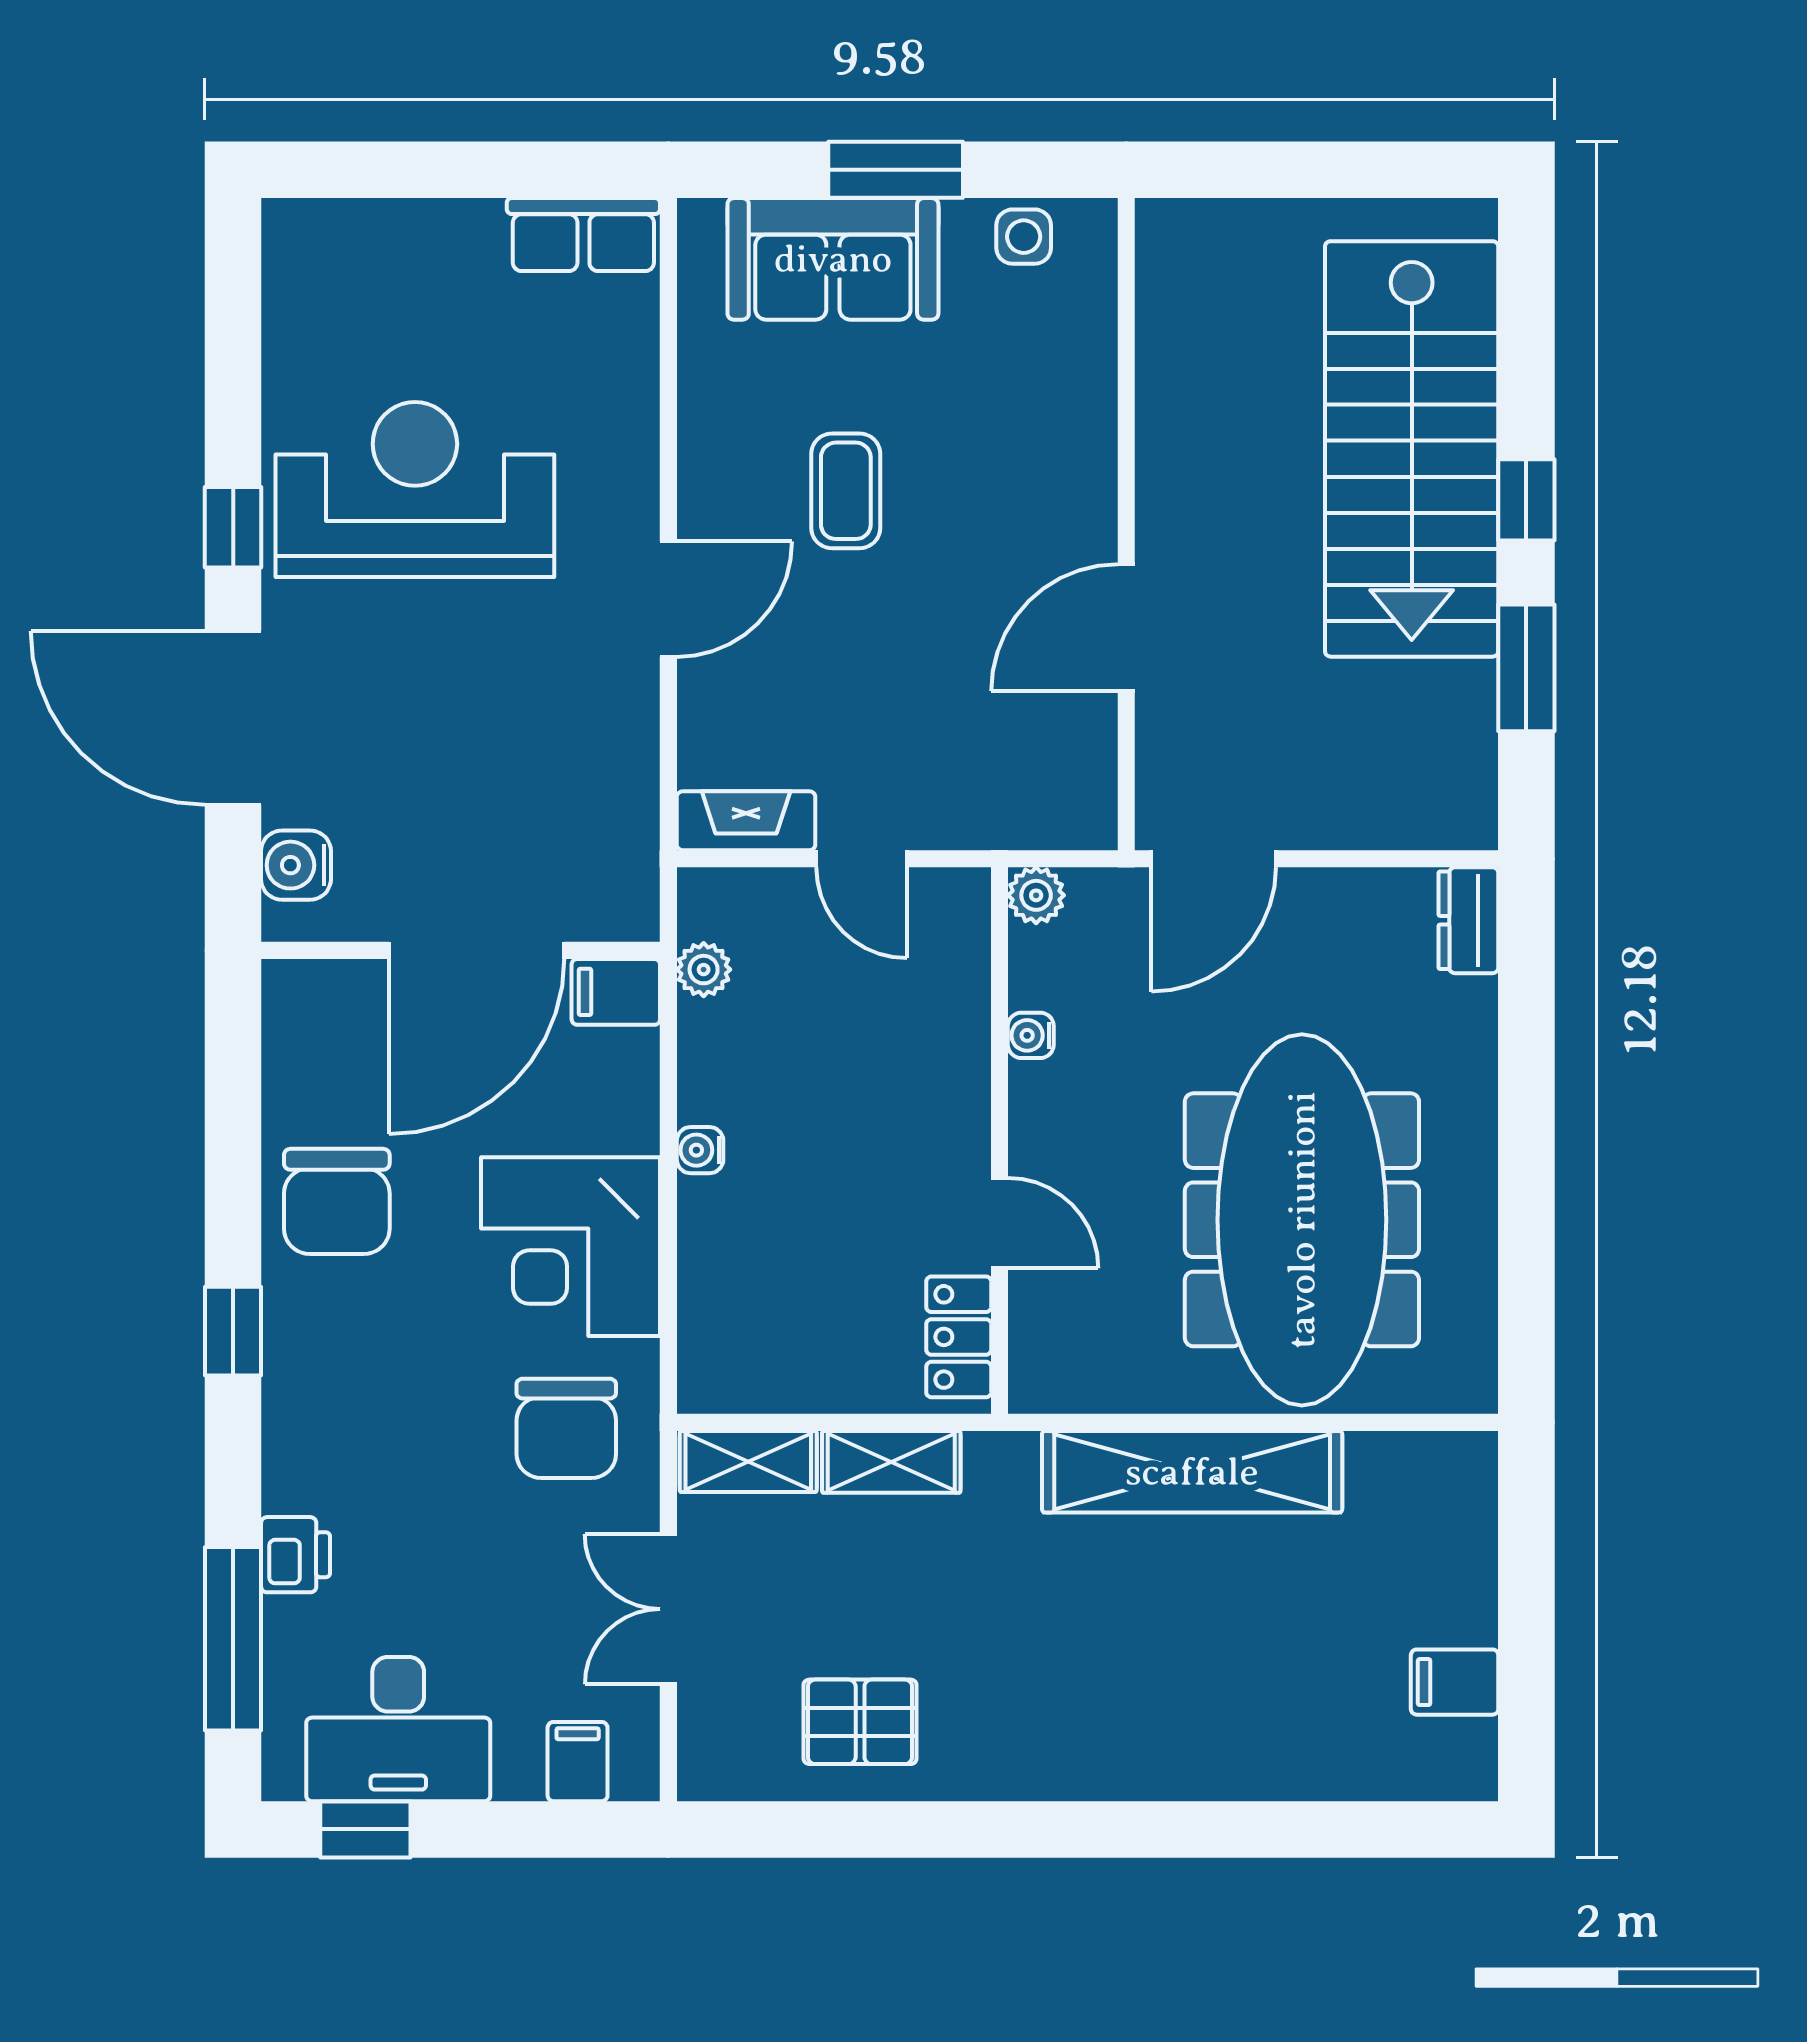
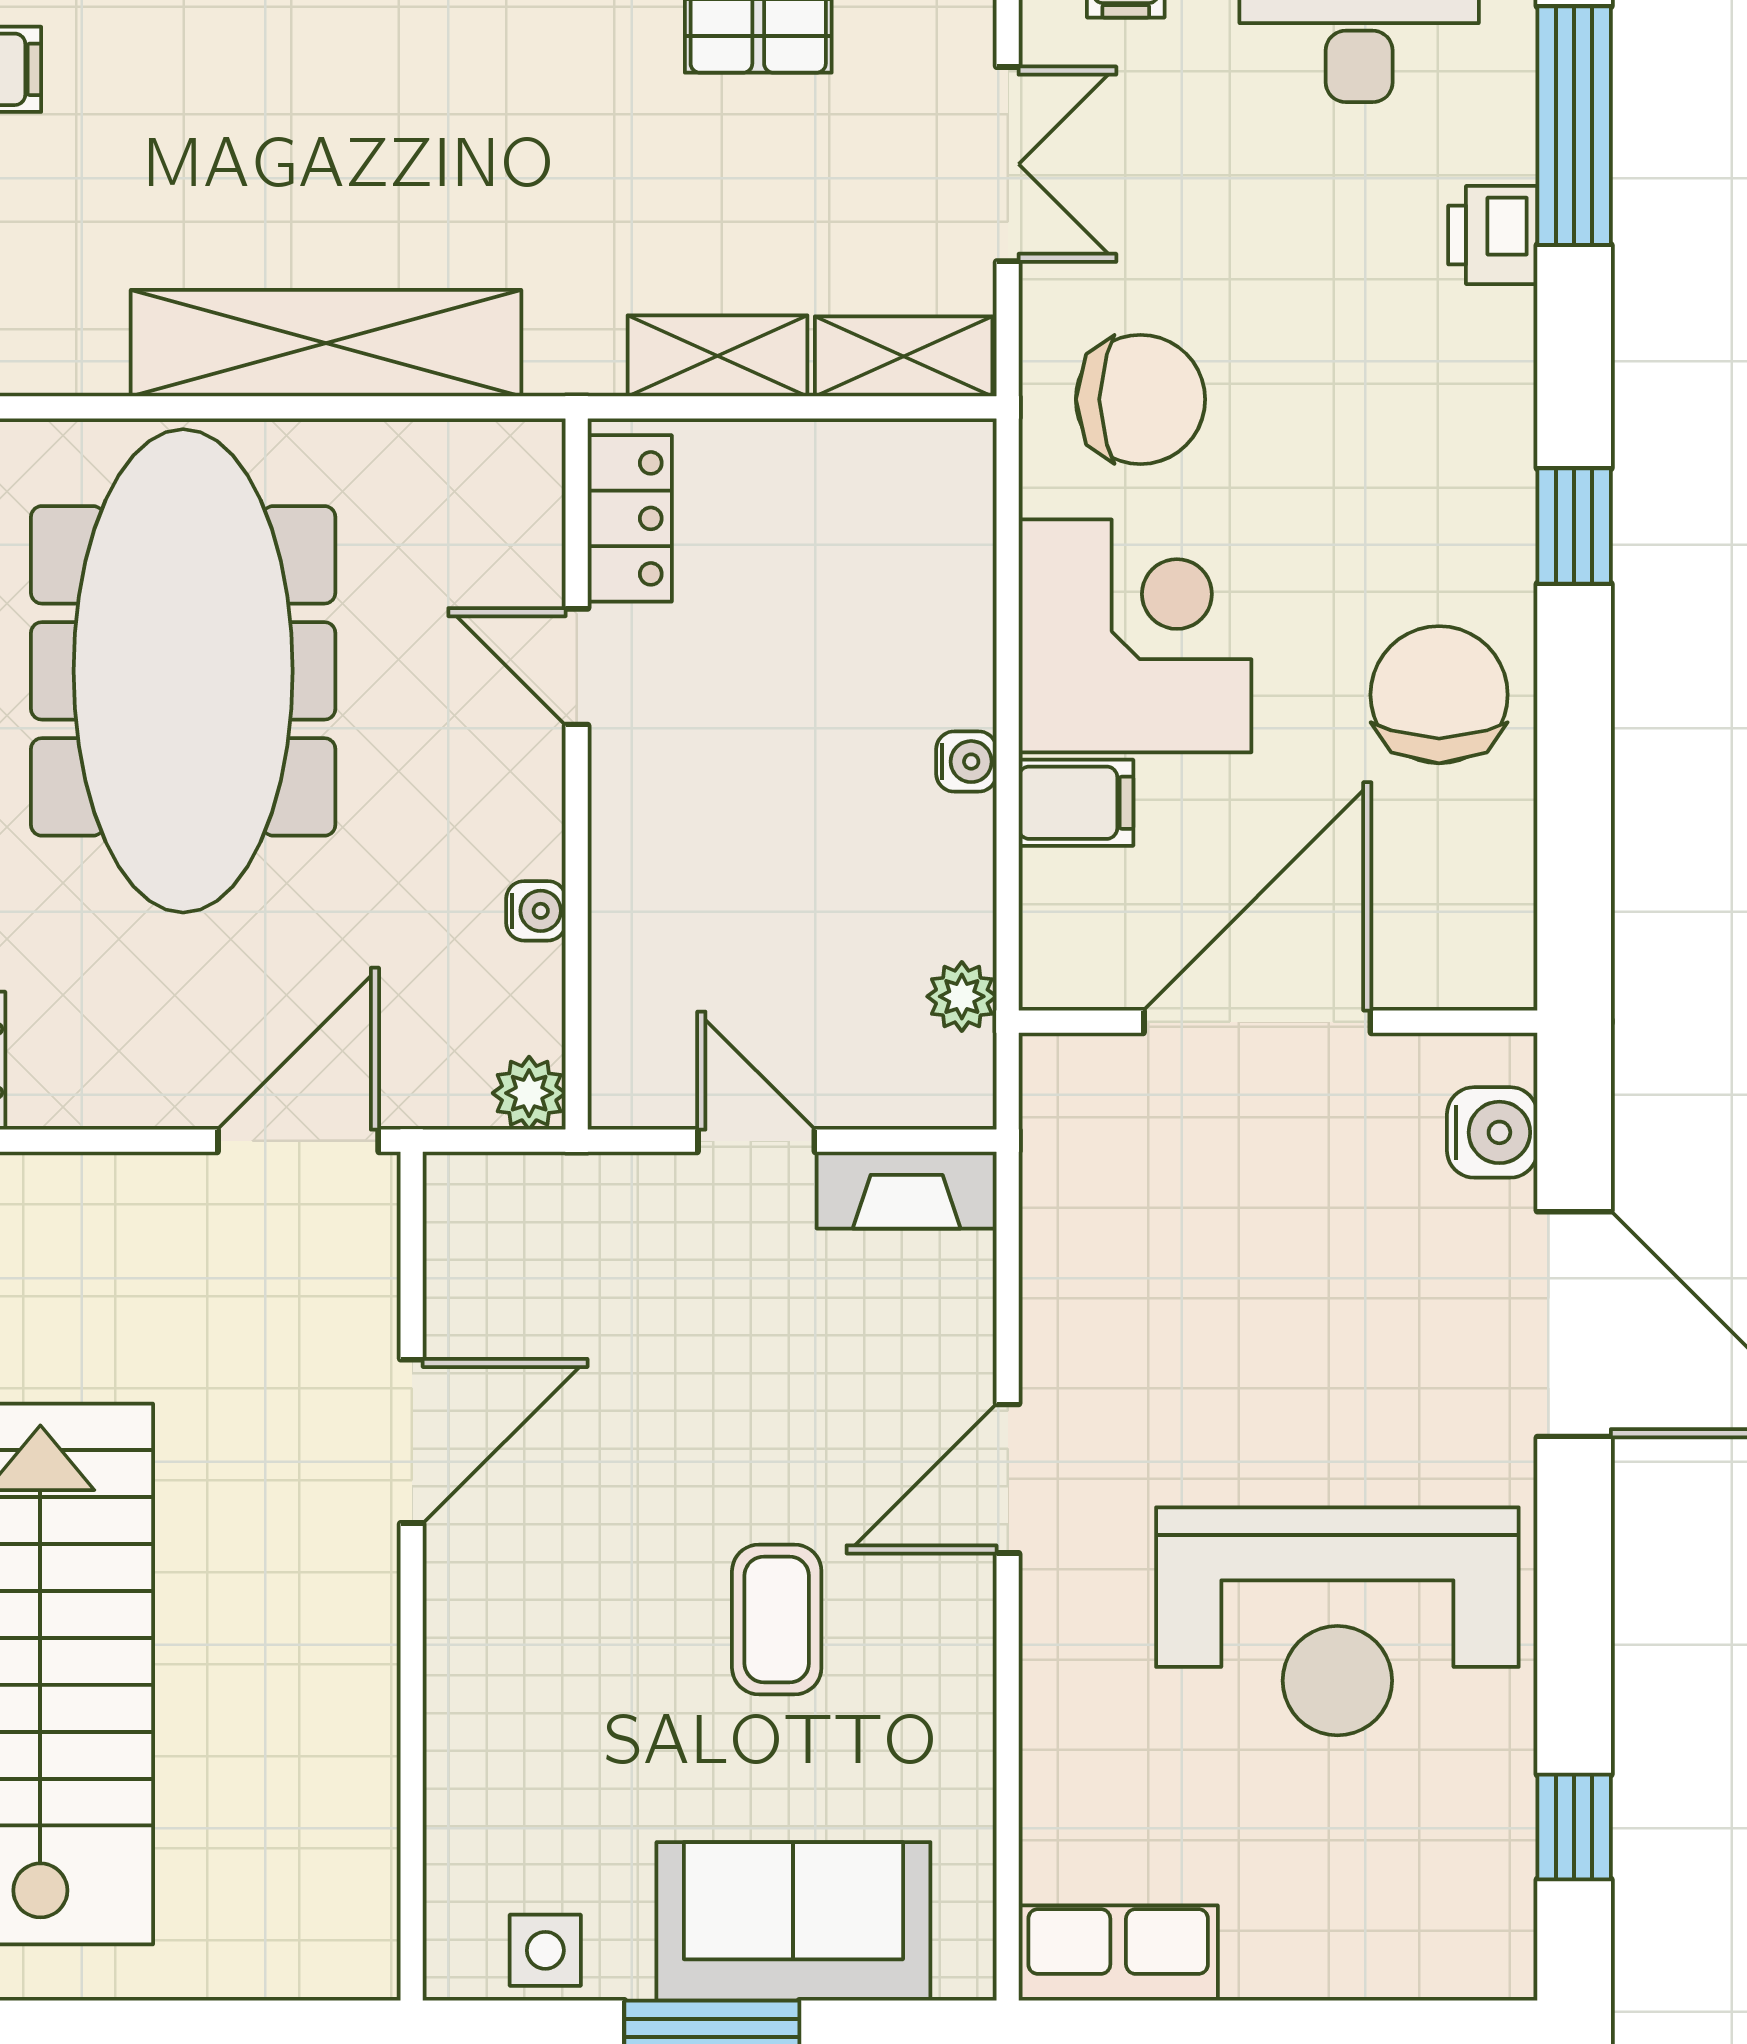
window: (233, 527) -> (1574, 1827), moved
filing cabinet: (616, 992) -> (1076, 803), moved
chair: (566, 1428) -> (1140, 399), turned 90

